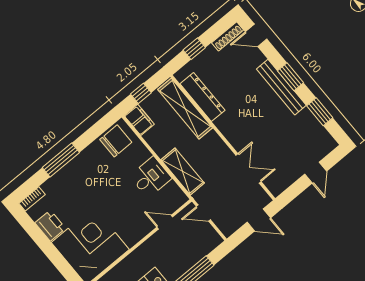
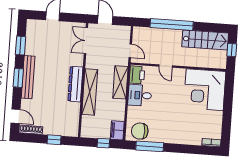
dresser: (202, 97) -> (75, 84), moved
shelving: (185, 109) -> (90, 92), moved
window: (61, 160) -> (150, 146), moved
double door: (248, 168) -> (86, 41), moved
door: (165, 222) -> (166, 66), moved
printer: (50, 226) -> (137, 75), moved, turned 180

